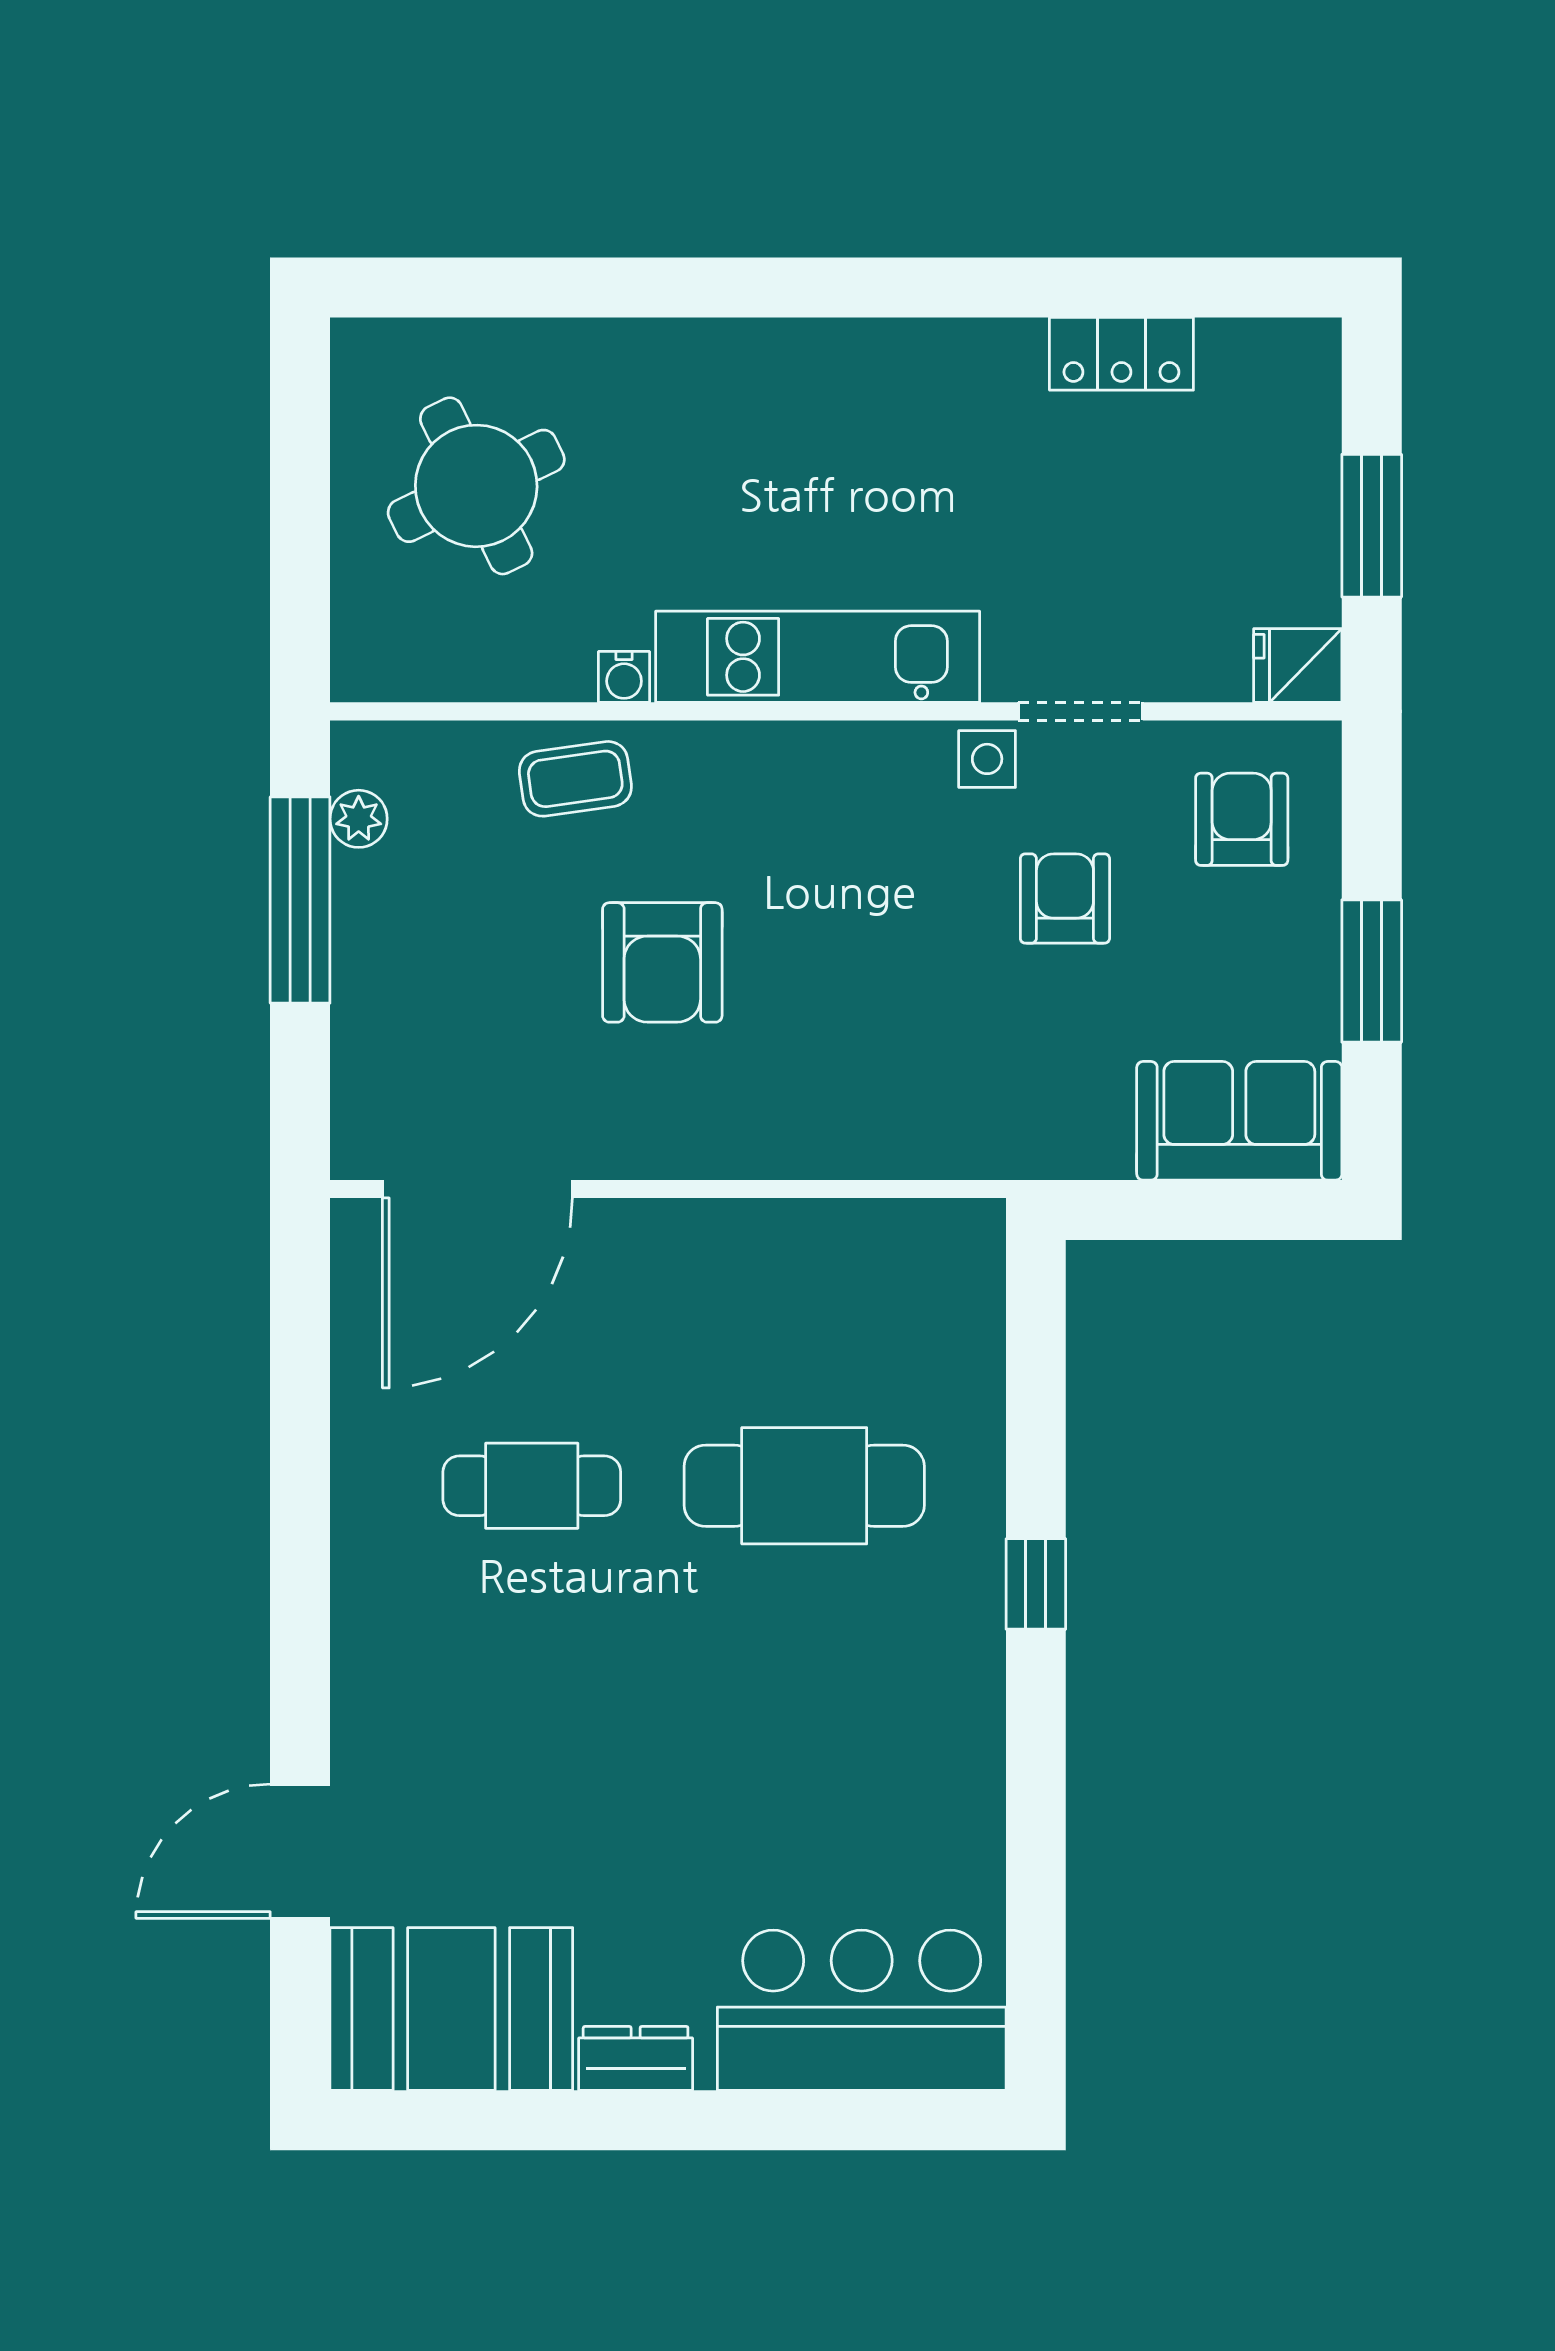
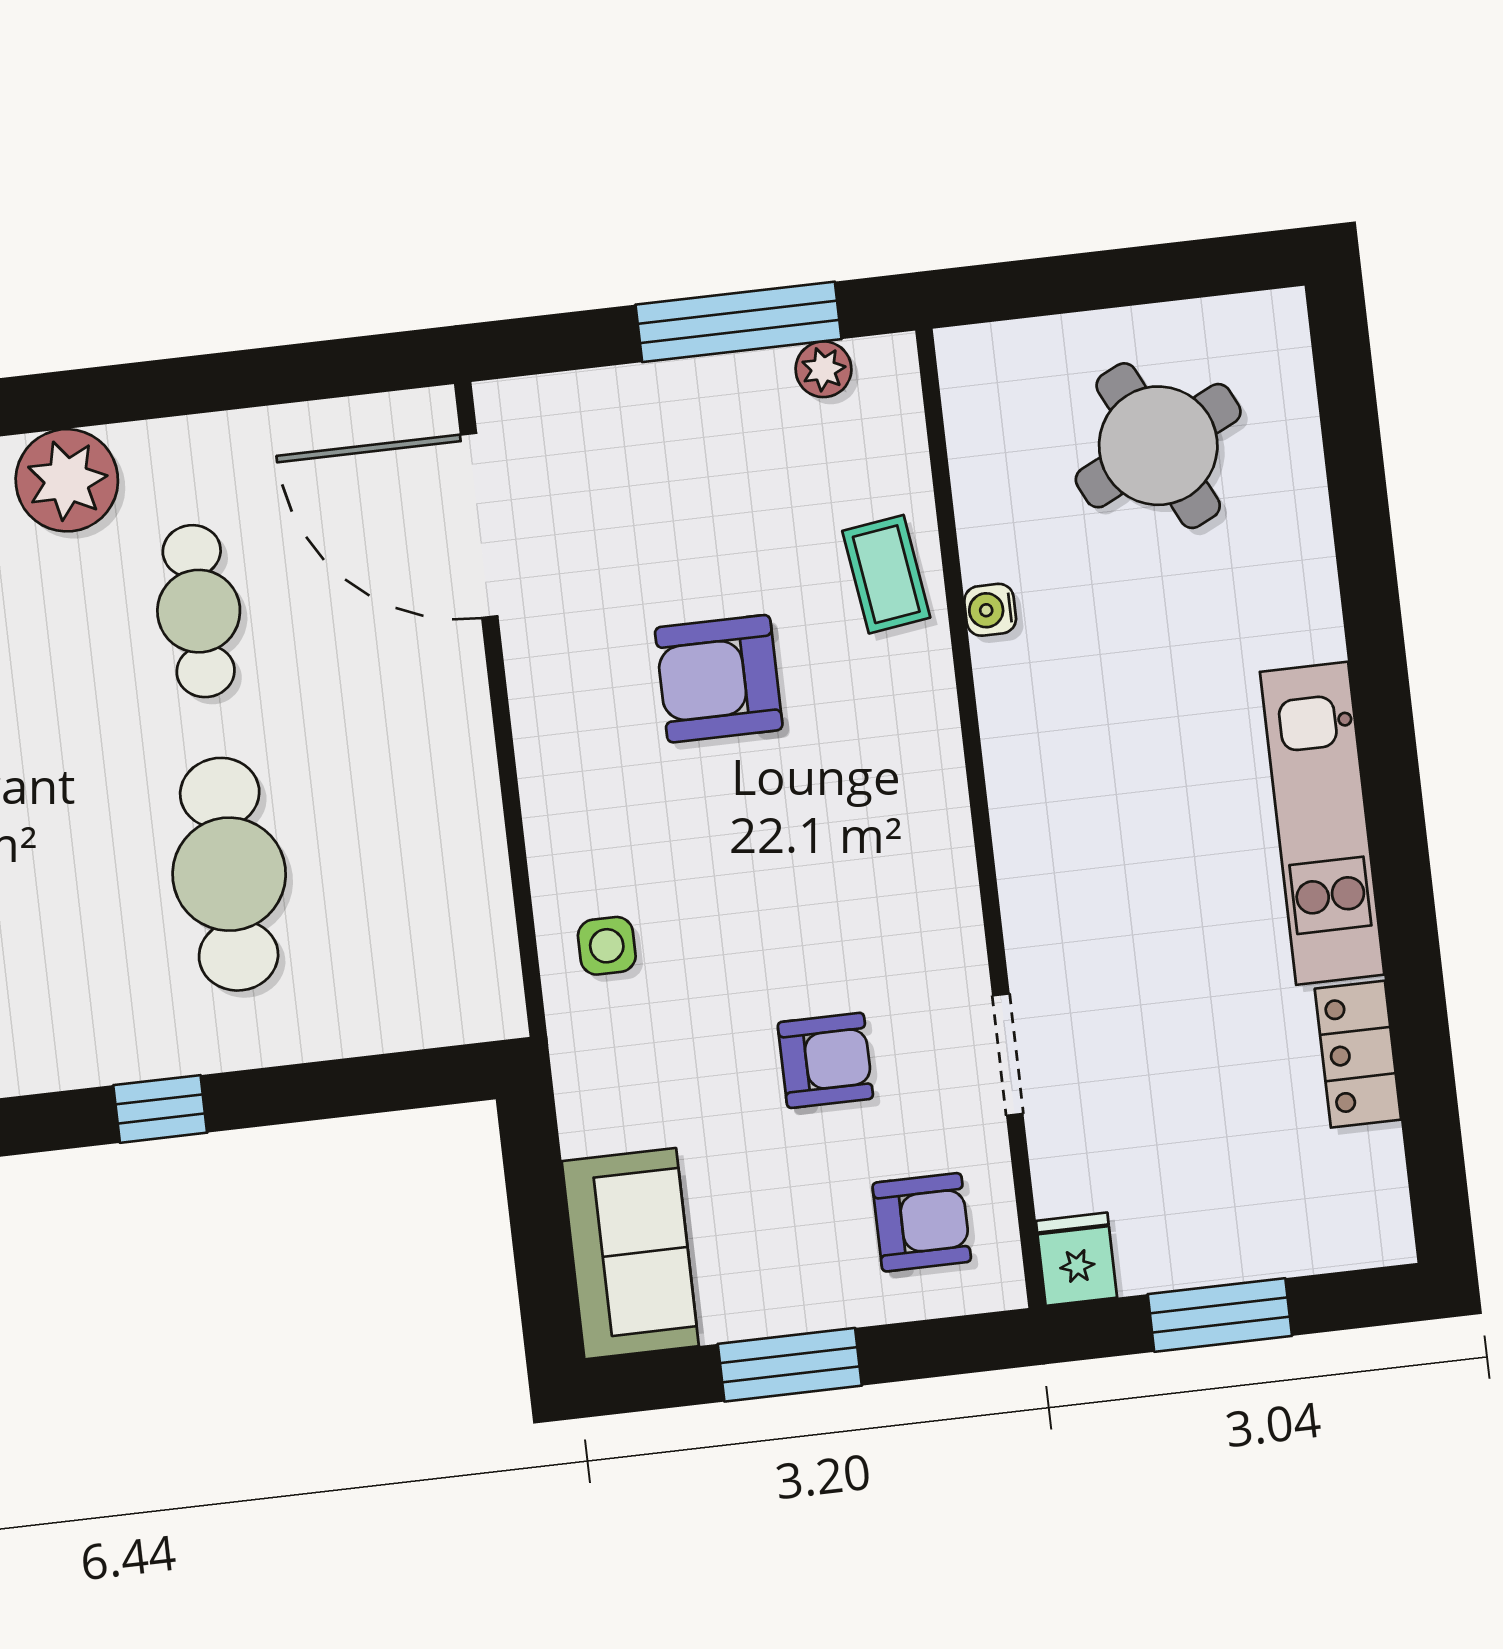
kitchen unit: (818, 657) -> (1322, 823), moved, turned 180
side table: (987, 759) -> (607, 946), moved
plant: (383, 1605) -> (67, 480), added

